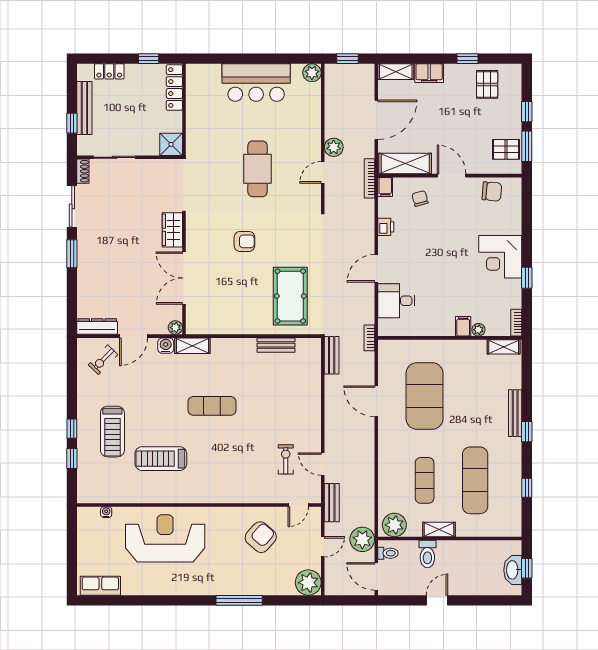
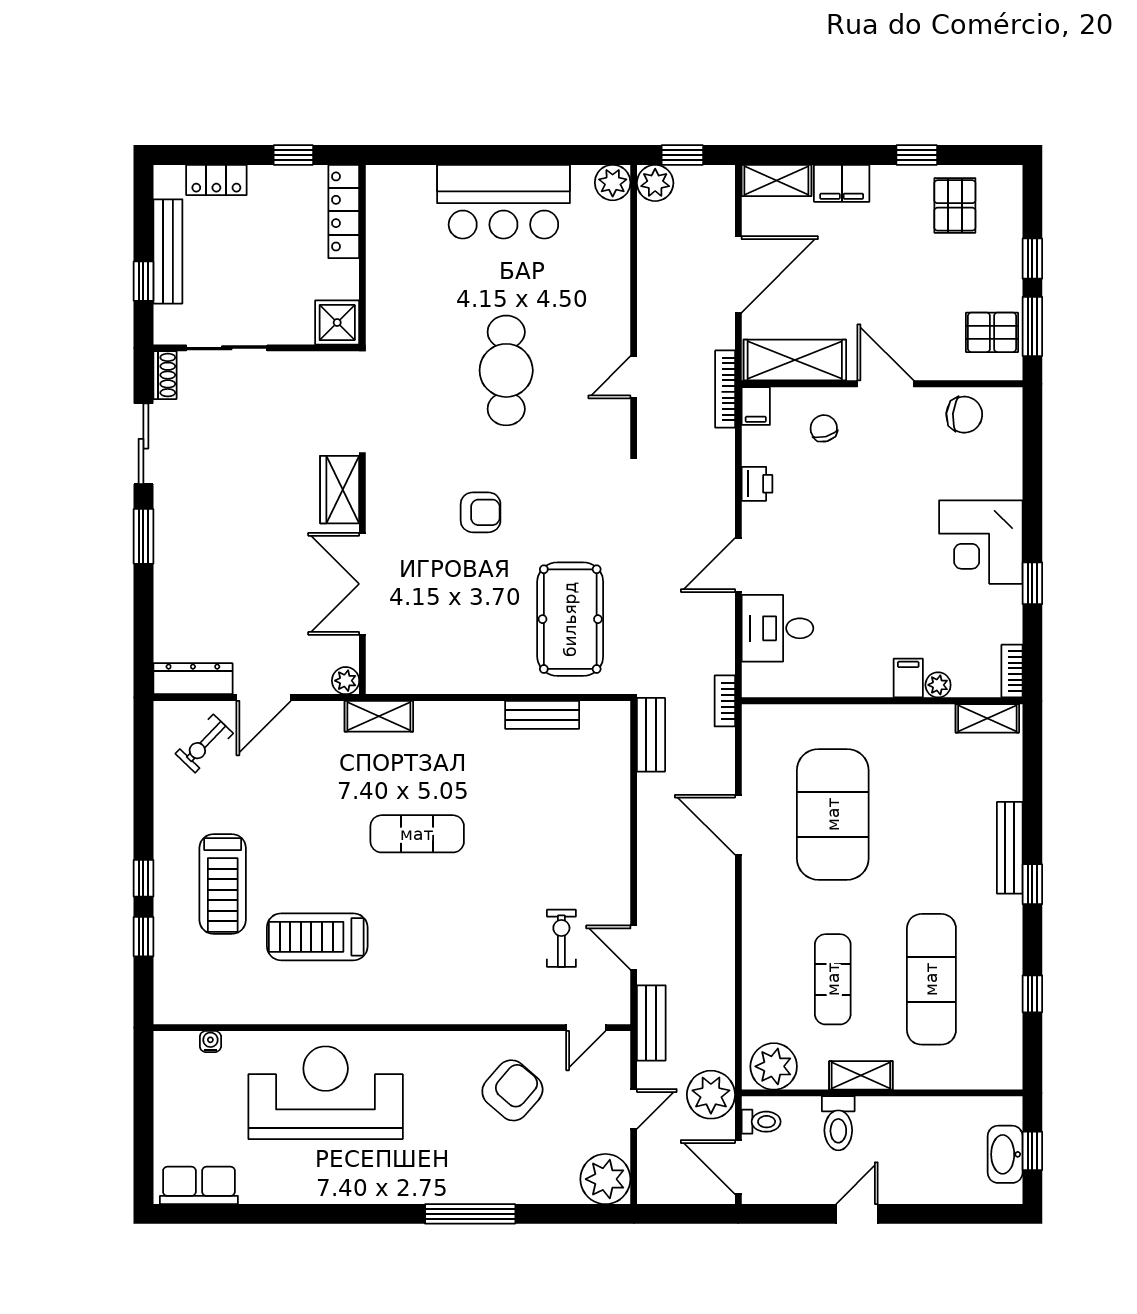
plant: (334, 147) -> (655, 183), moved
water cooler: (166, 346) -> (327, 716), removed

